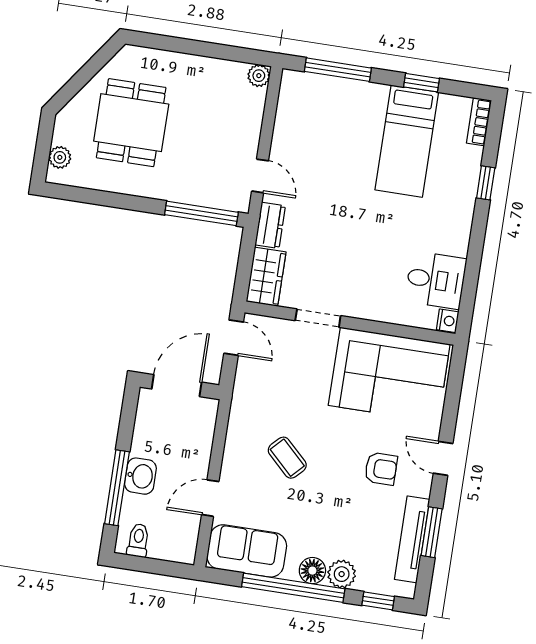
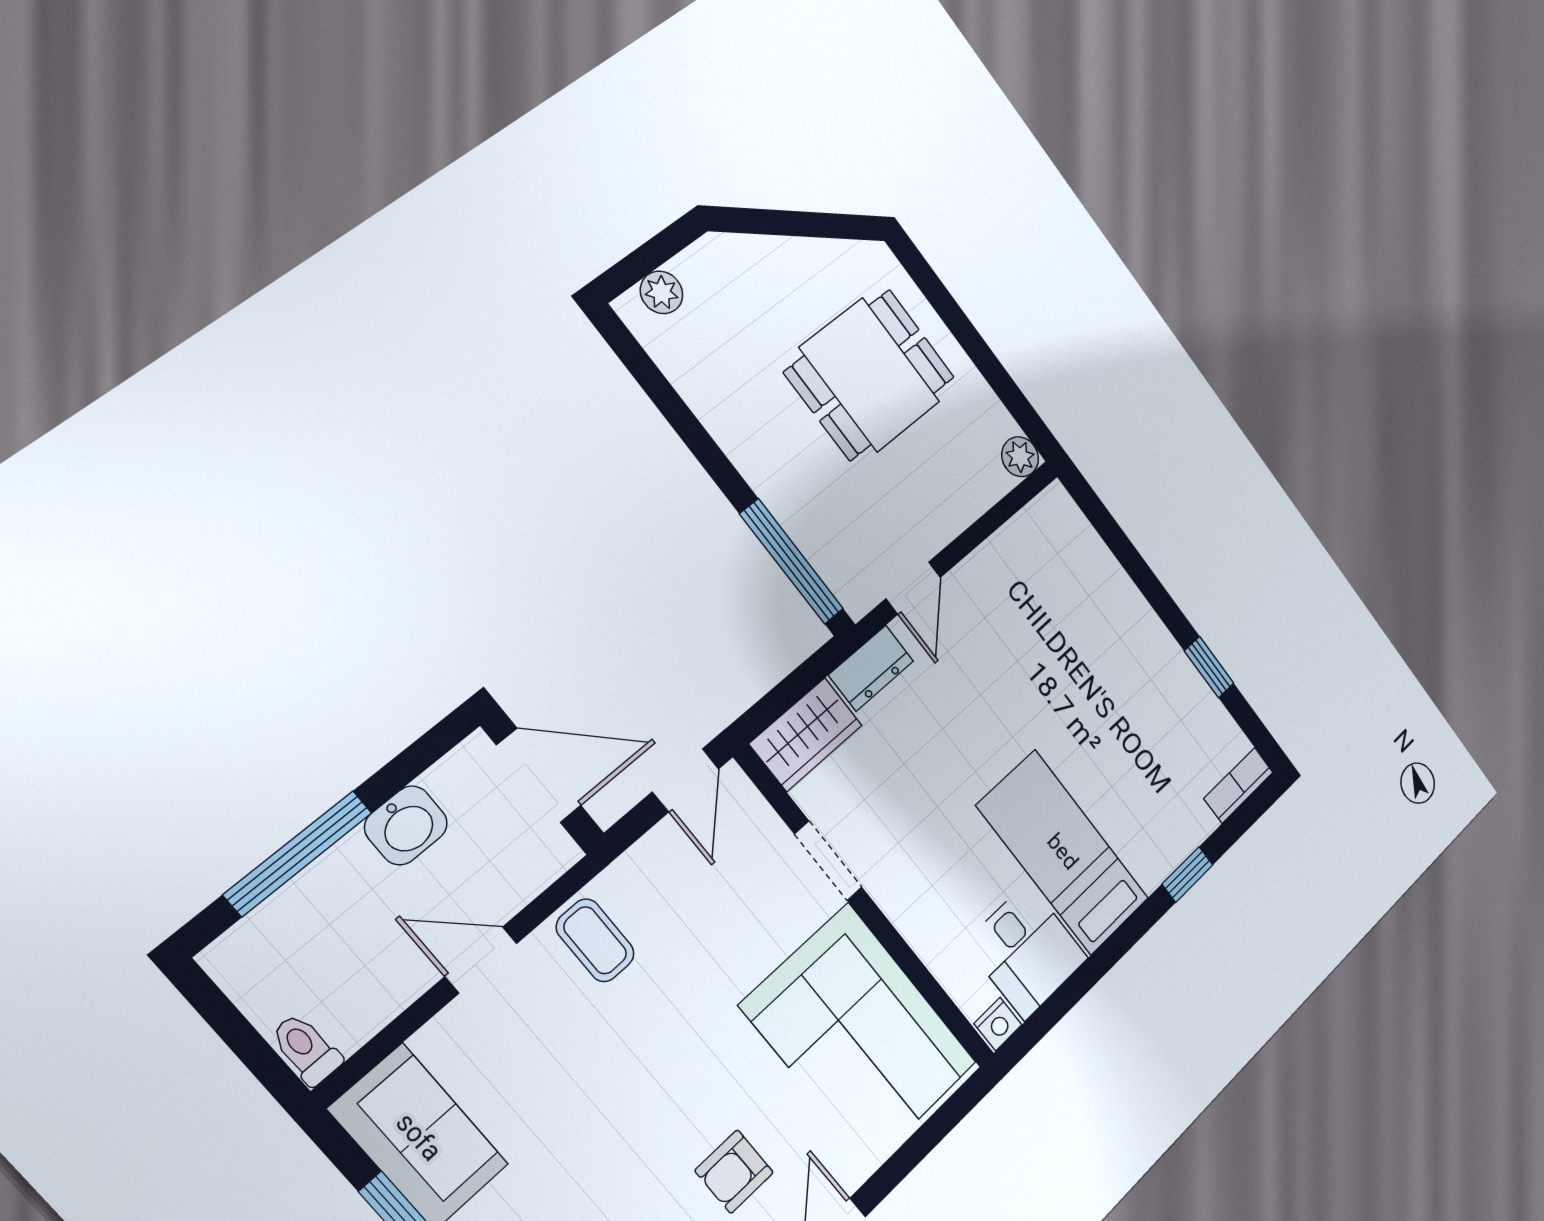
window: (338, 70) -> (1123, 549), removed
dining table: (131, 123) -> (870, 375), moved
bed: (407, 141) -> (1063, 852), moved, turned 90
coffee table: (287, 458) -> (595, 940), moved, turned -44
armchair: (381, 469) -> (734, 1172), turned 90
washbasin: (140, 476) -> (406, 825), moved
door: (210, 498) -> (481, 960), moved
toilet: (138, 540) -> (306, 1049), moved, turned -90

